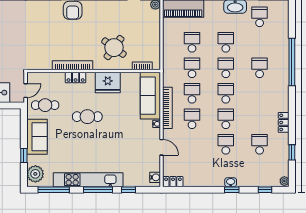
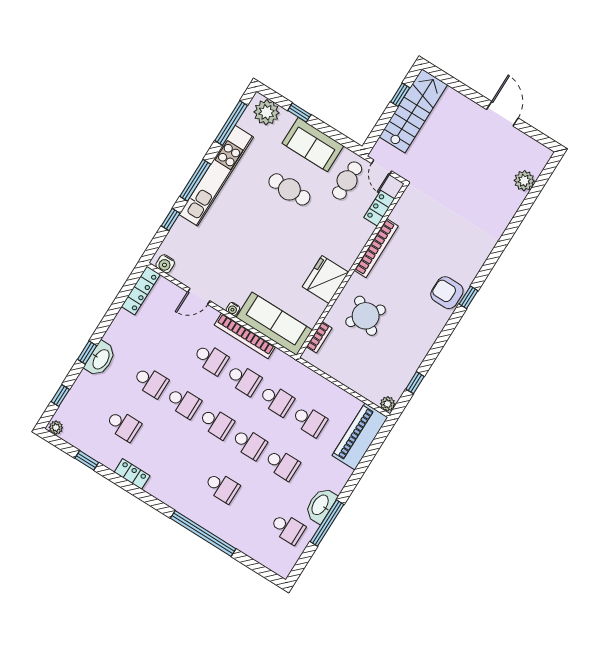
locker: (76, 78) -> (379, 208), moved
cafe table: (87, 117) -> (289, 189), moved, turned 90
locker: (173, 182) -> (141, 290), width x1.53
washbasin: (231, 182) -> (100, 359), width x1.91, depth x1.45

